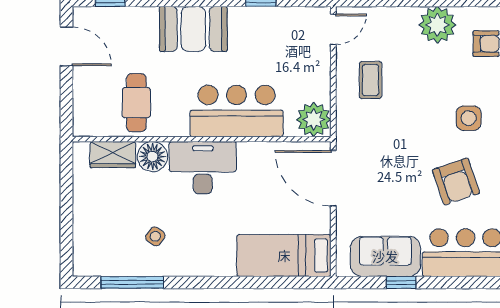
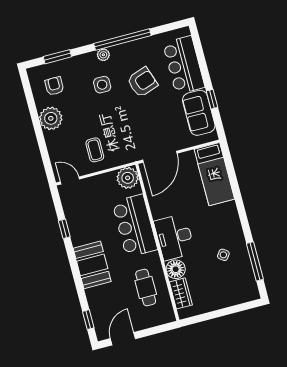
coffee table: (370, 80) -> (95, 150), turned 90
cafe table: (136, 103) -> (146, 288), turned 90

